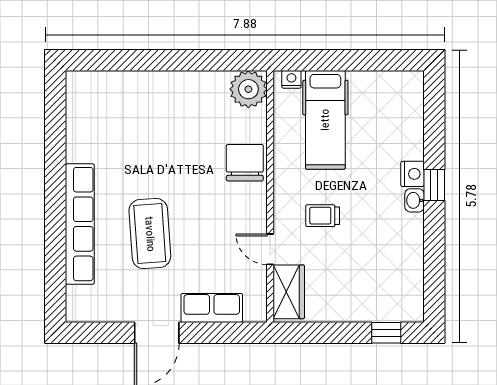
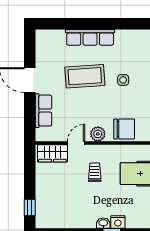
side table: (157, 165) -> (123, 80), added
plant: (254, 210) -> (98, 134), added
row of seats: (80, 224) -> (90, 37), width x0.73

